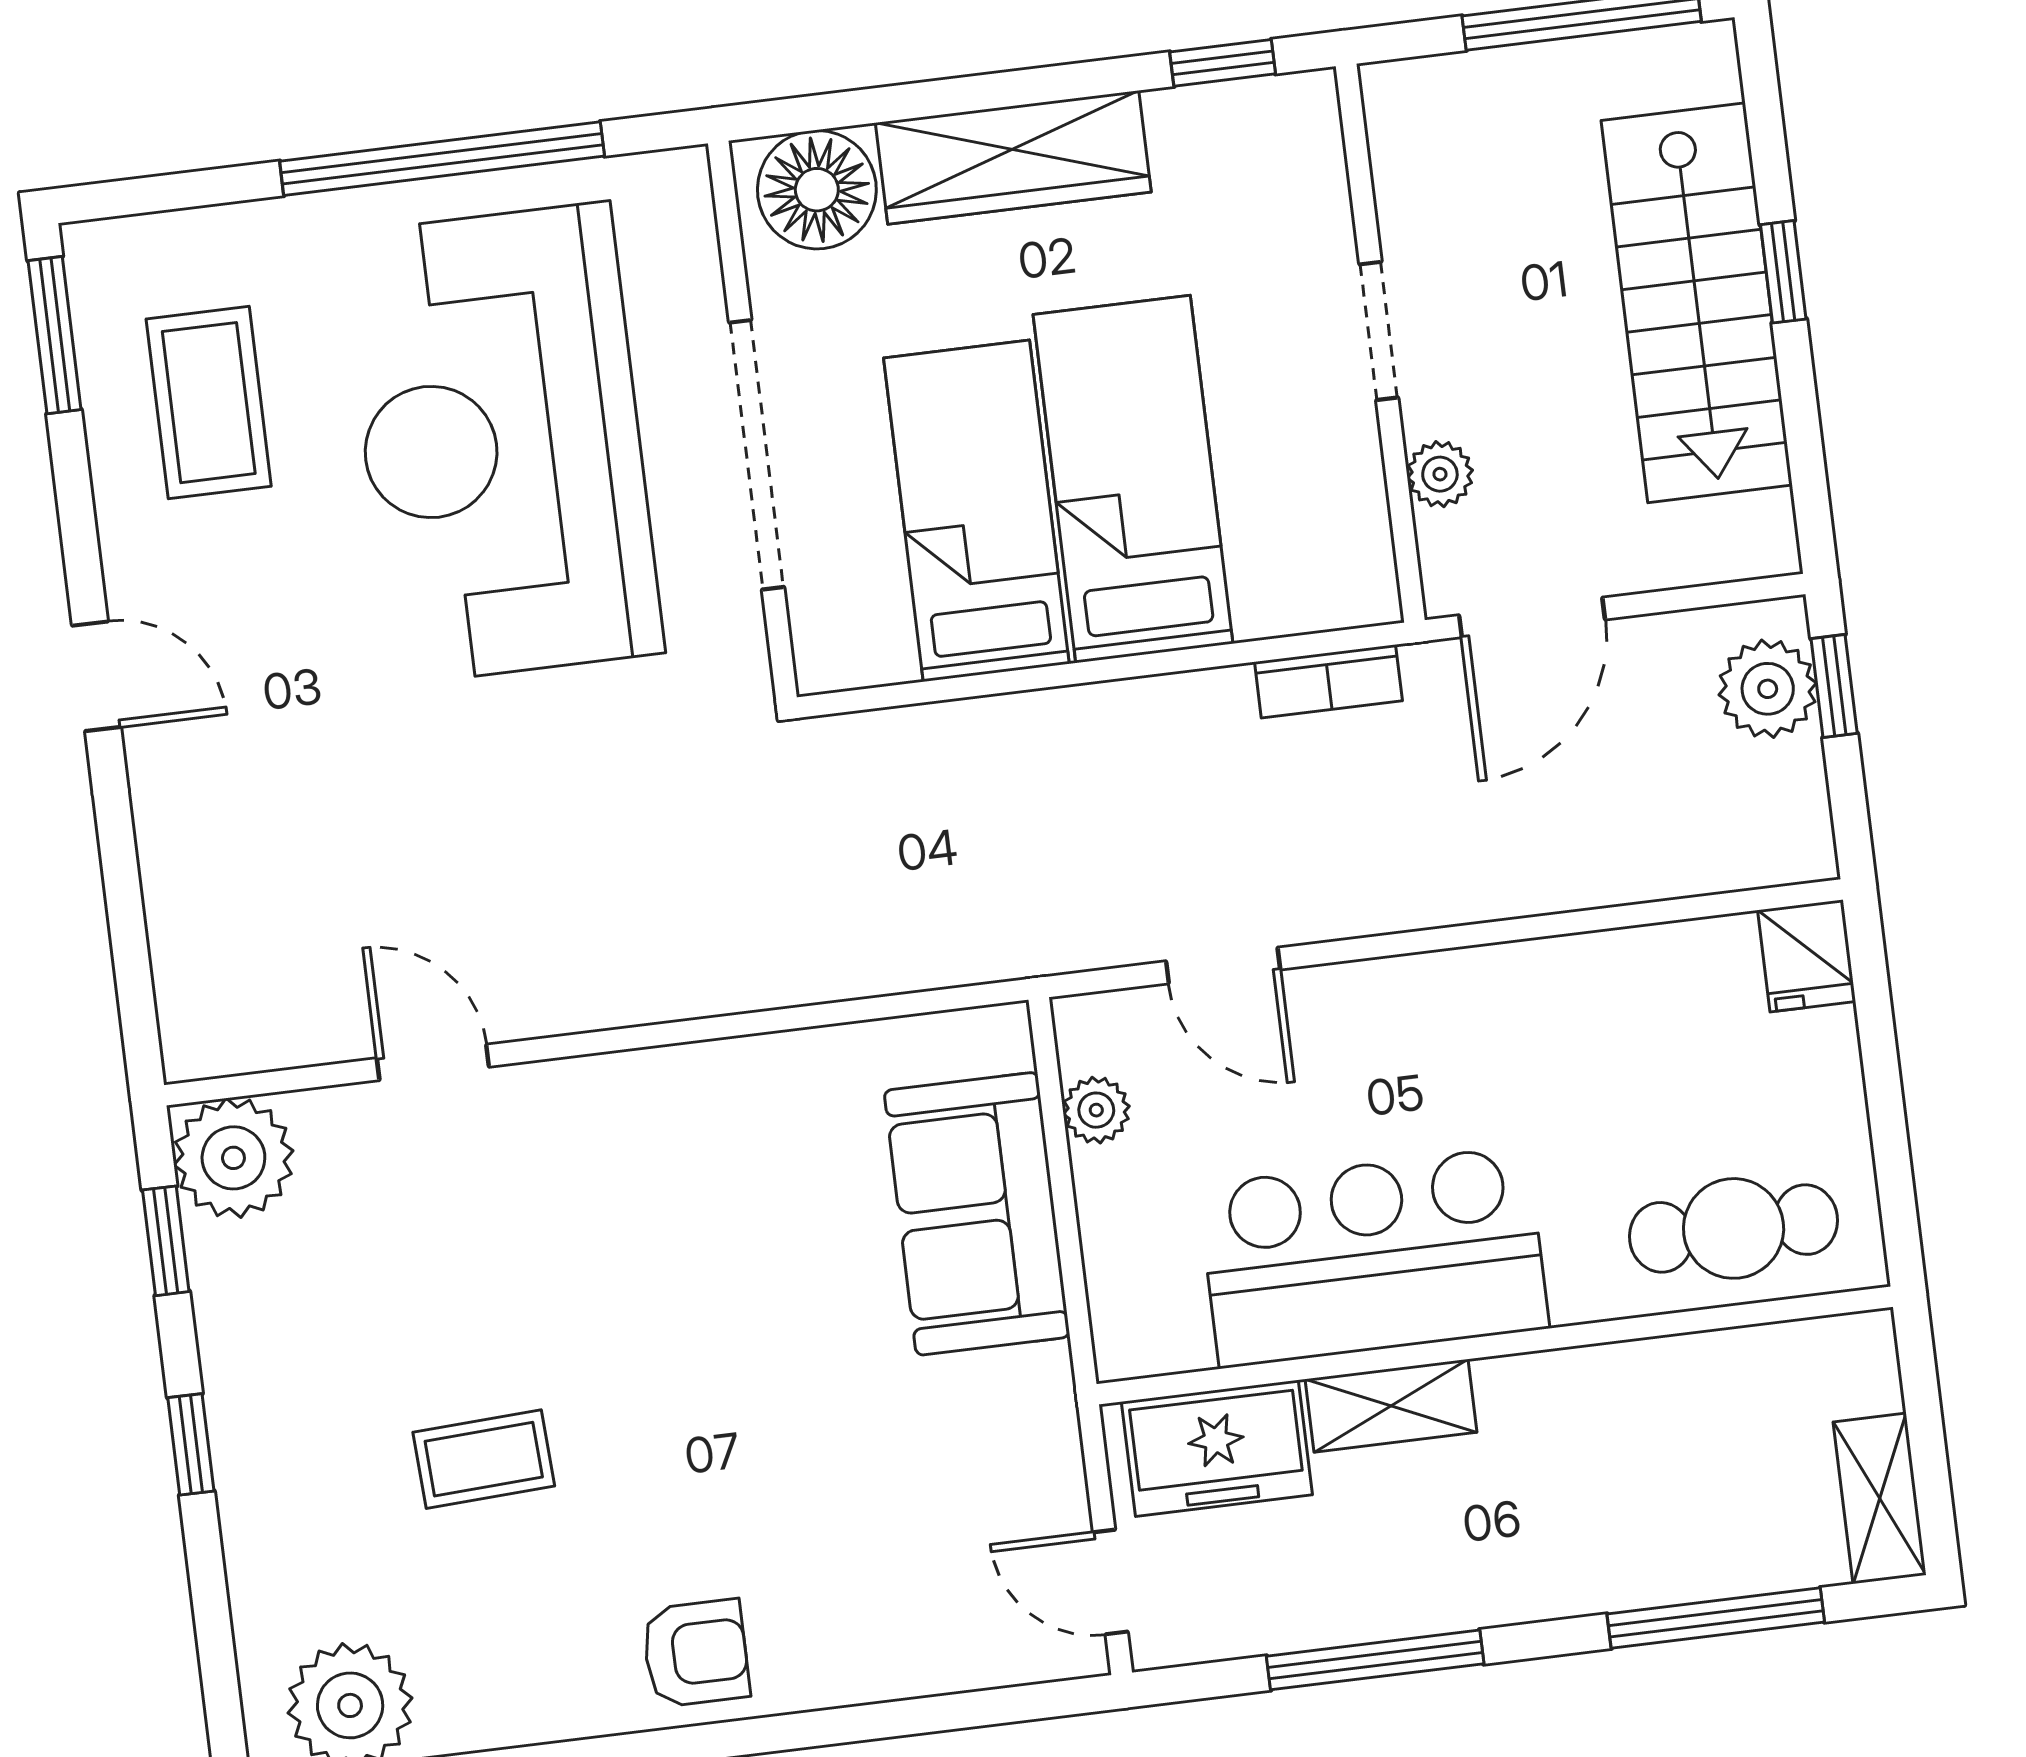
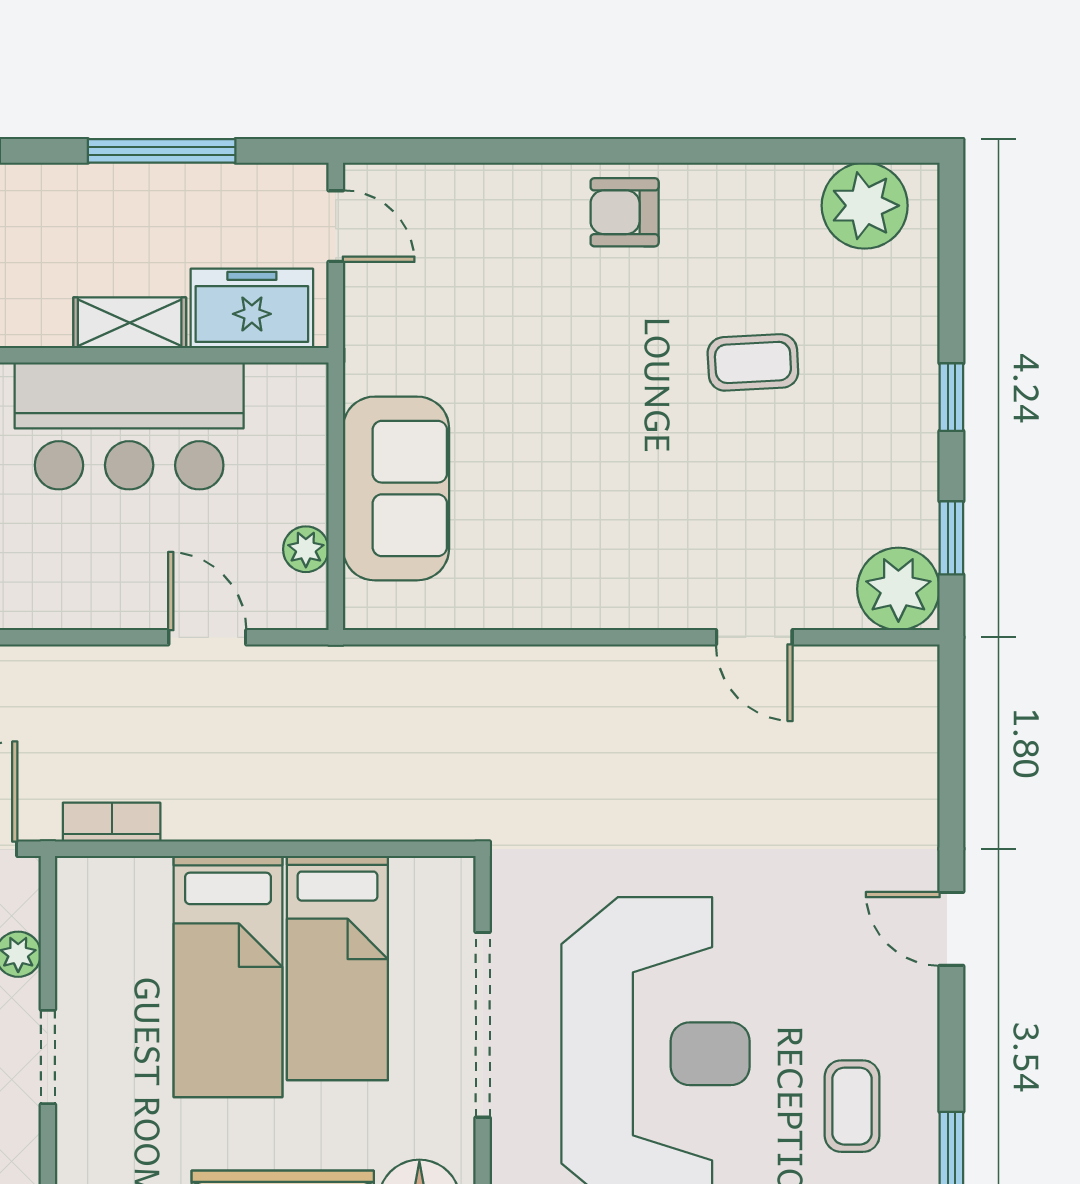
coffee table: (209, 403) -> (852, 1106), width x0.73, depth x0.77

